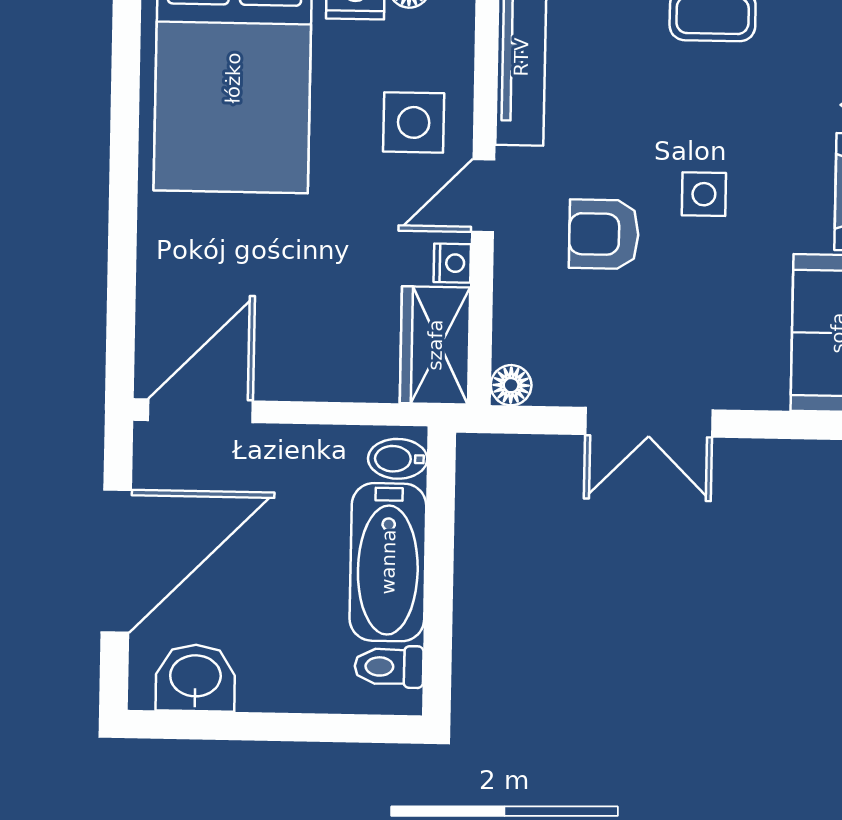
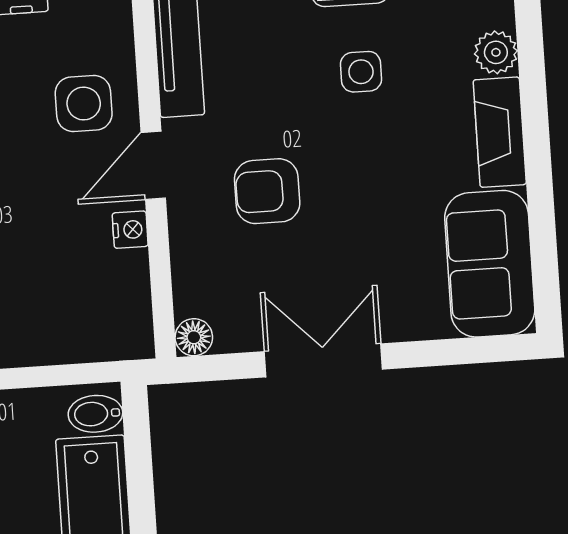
side table: (704, 194) -> (361, 72), moved
wardrobe: (435, 345) -> (121, 307), removed
double door: (649, 422) -> (323, 360), swing flipped

